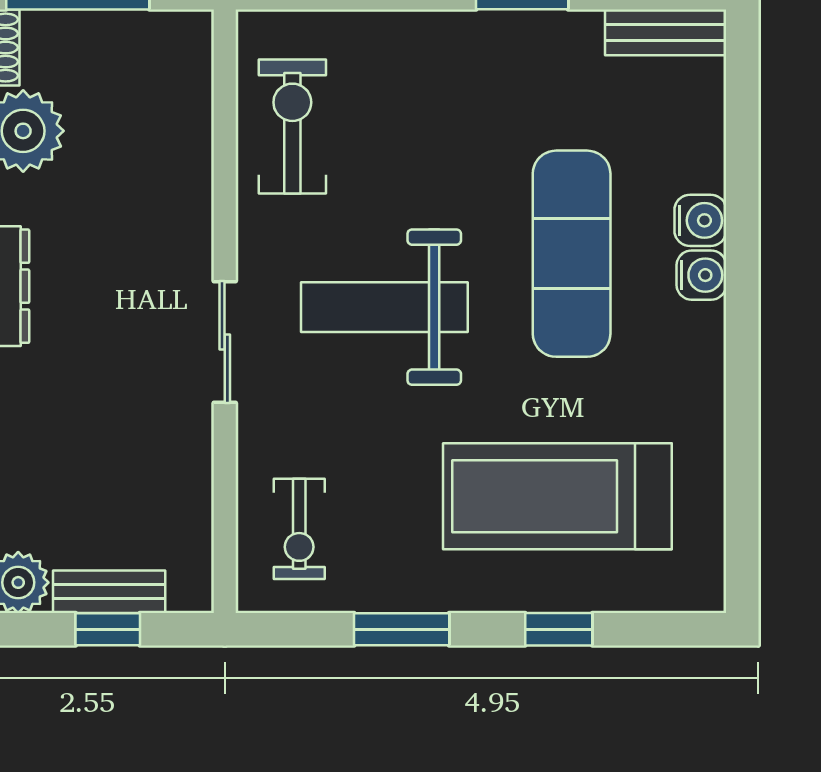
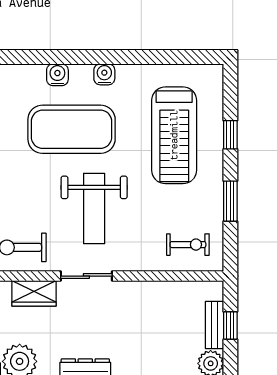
wardrobe: (184, 165) -> (34, 293), added
exercise mat: (572, 254) -> (72, 129), width x1.47
water cooler: (701, 275) -> (104, 74), moved
sliding door: (225, 342) -> (86, 276), moved

